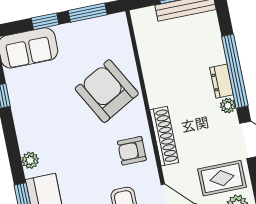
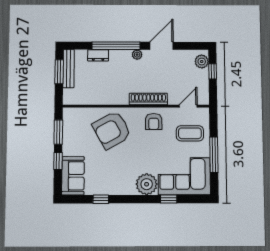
dresser: (222, 81) -> (98, 55), moved
plant: (30, 160) -> (147, 184), width x1.87, depth x1.87
rug: (222, 178) -> (183, 68), removed

